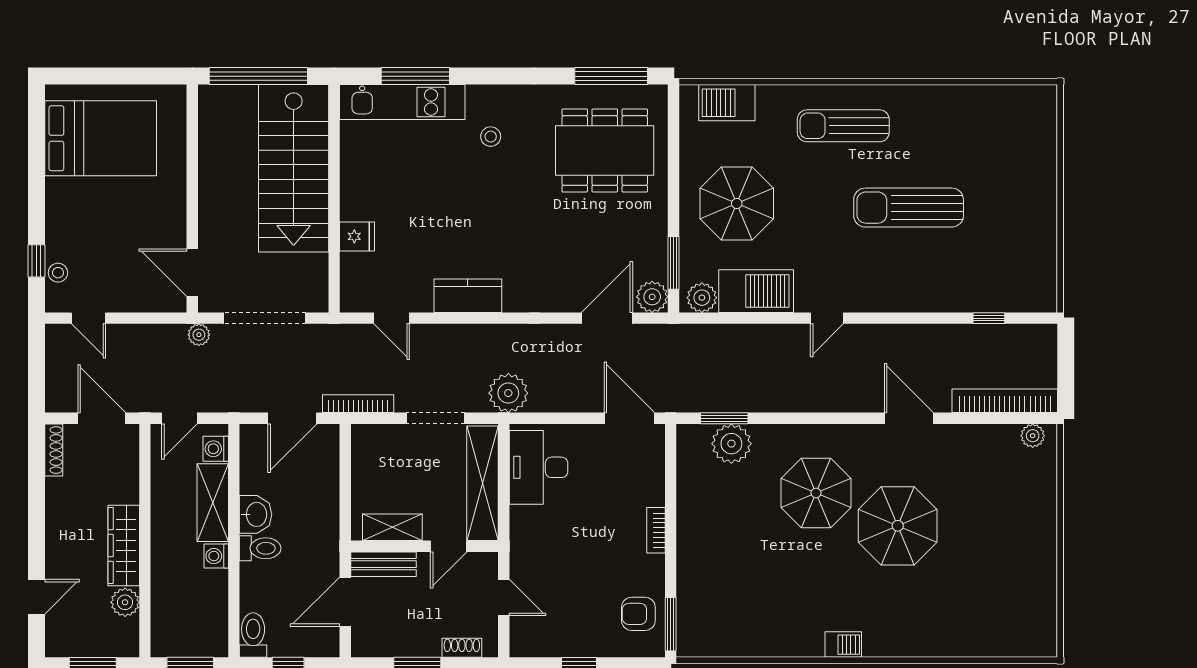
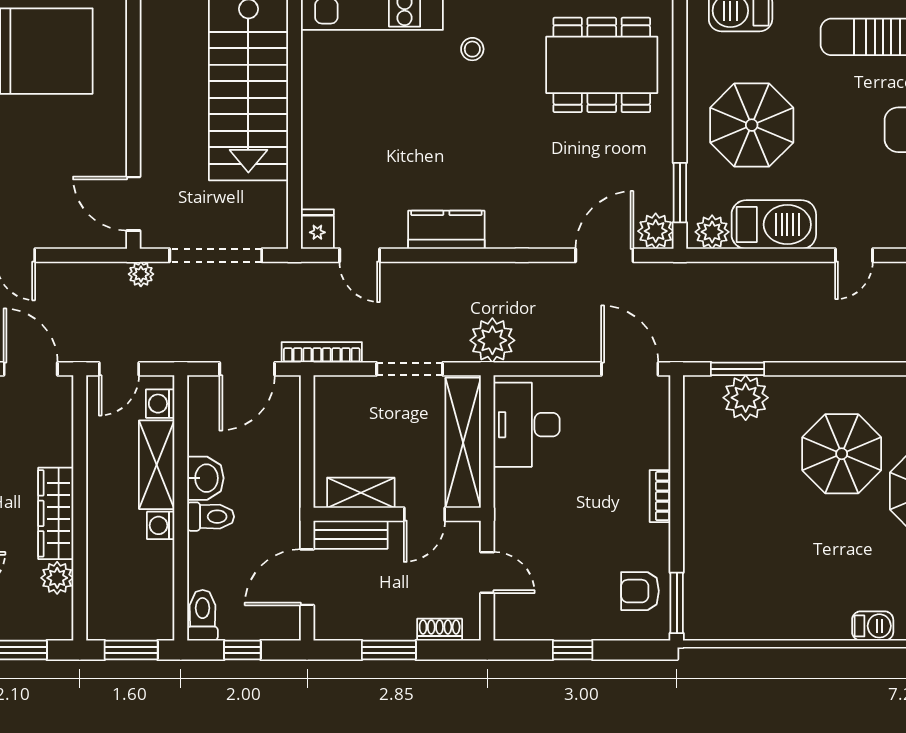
fridge: (357, 236) -> (317, 229), moved, turned -90

